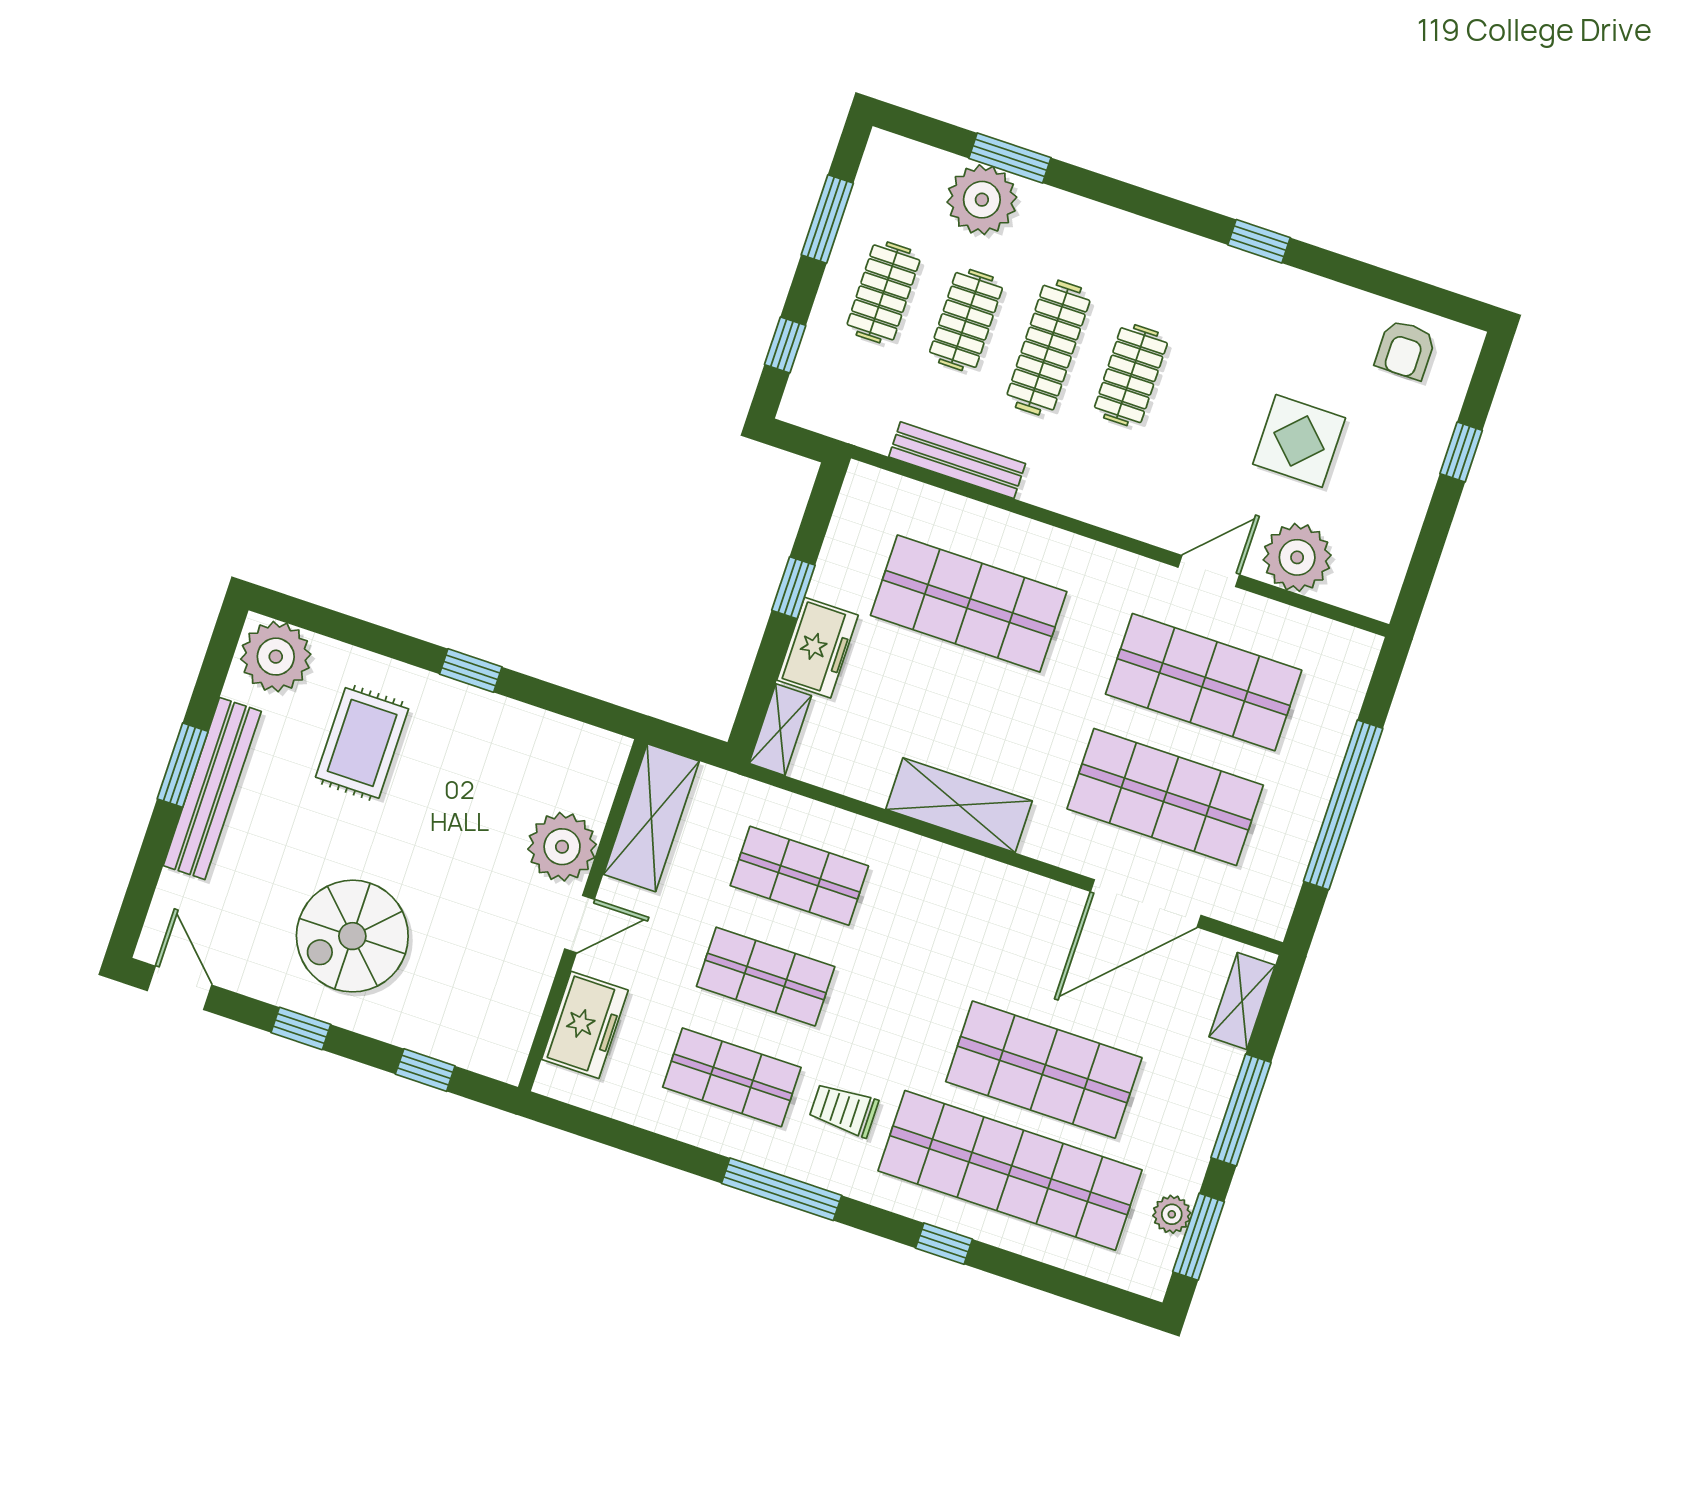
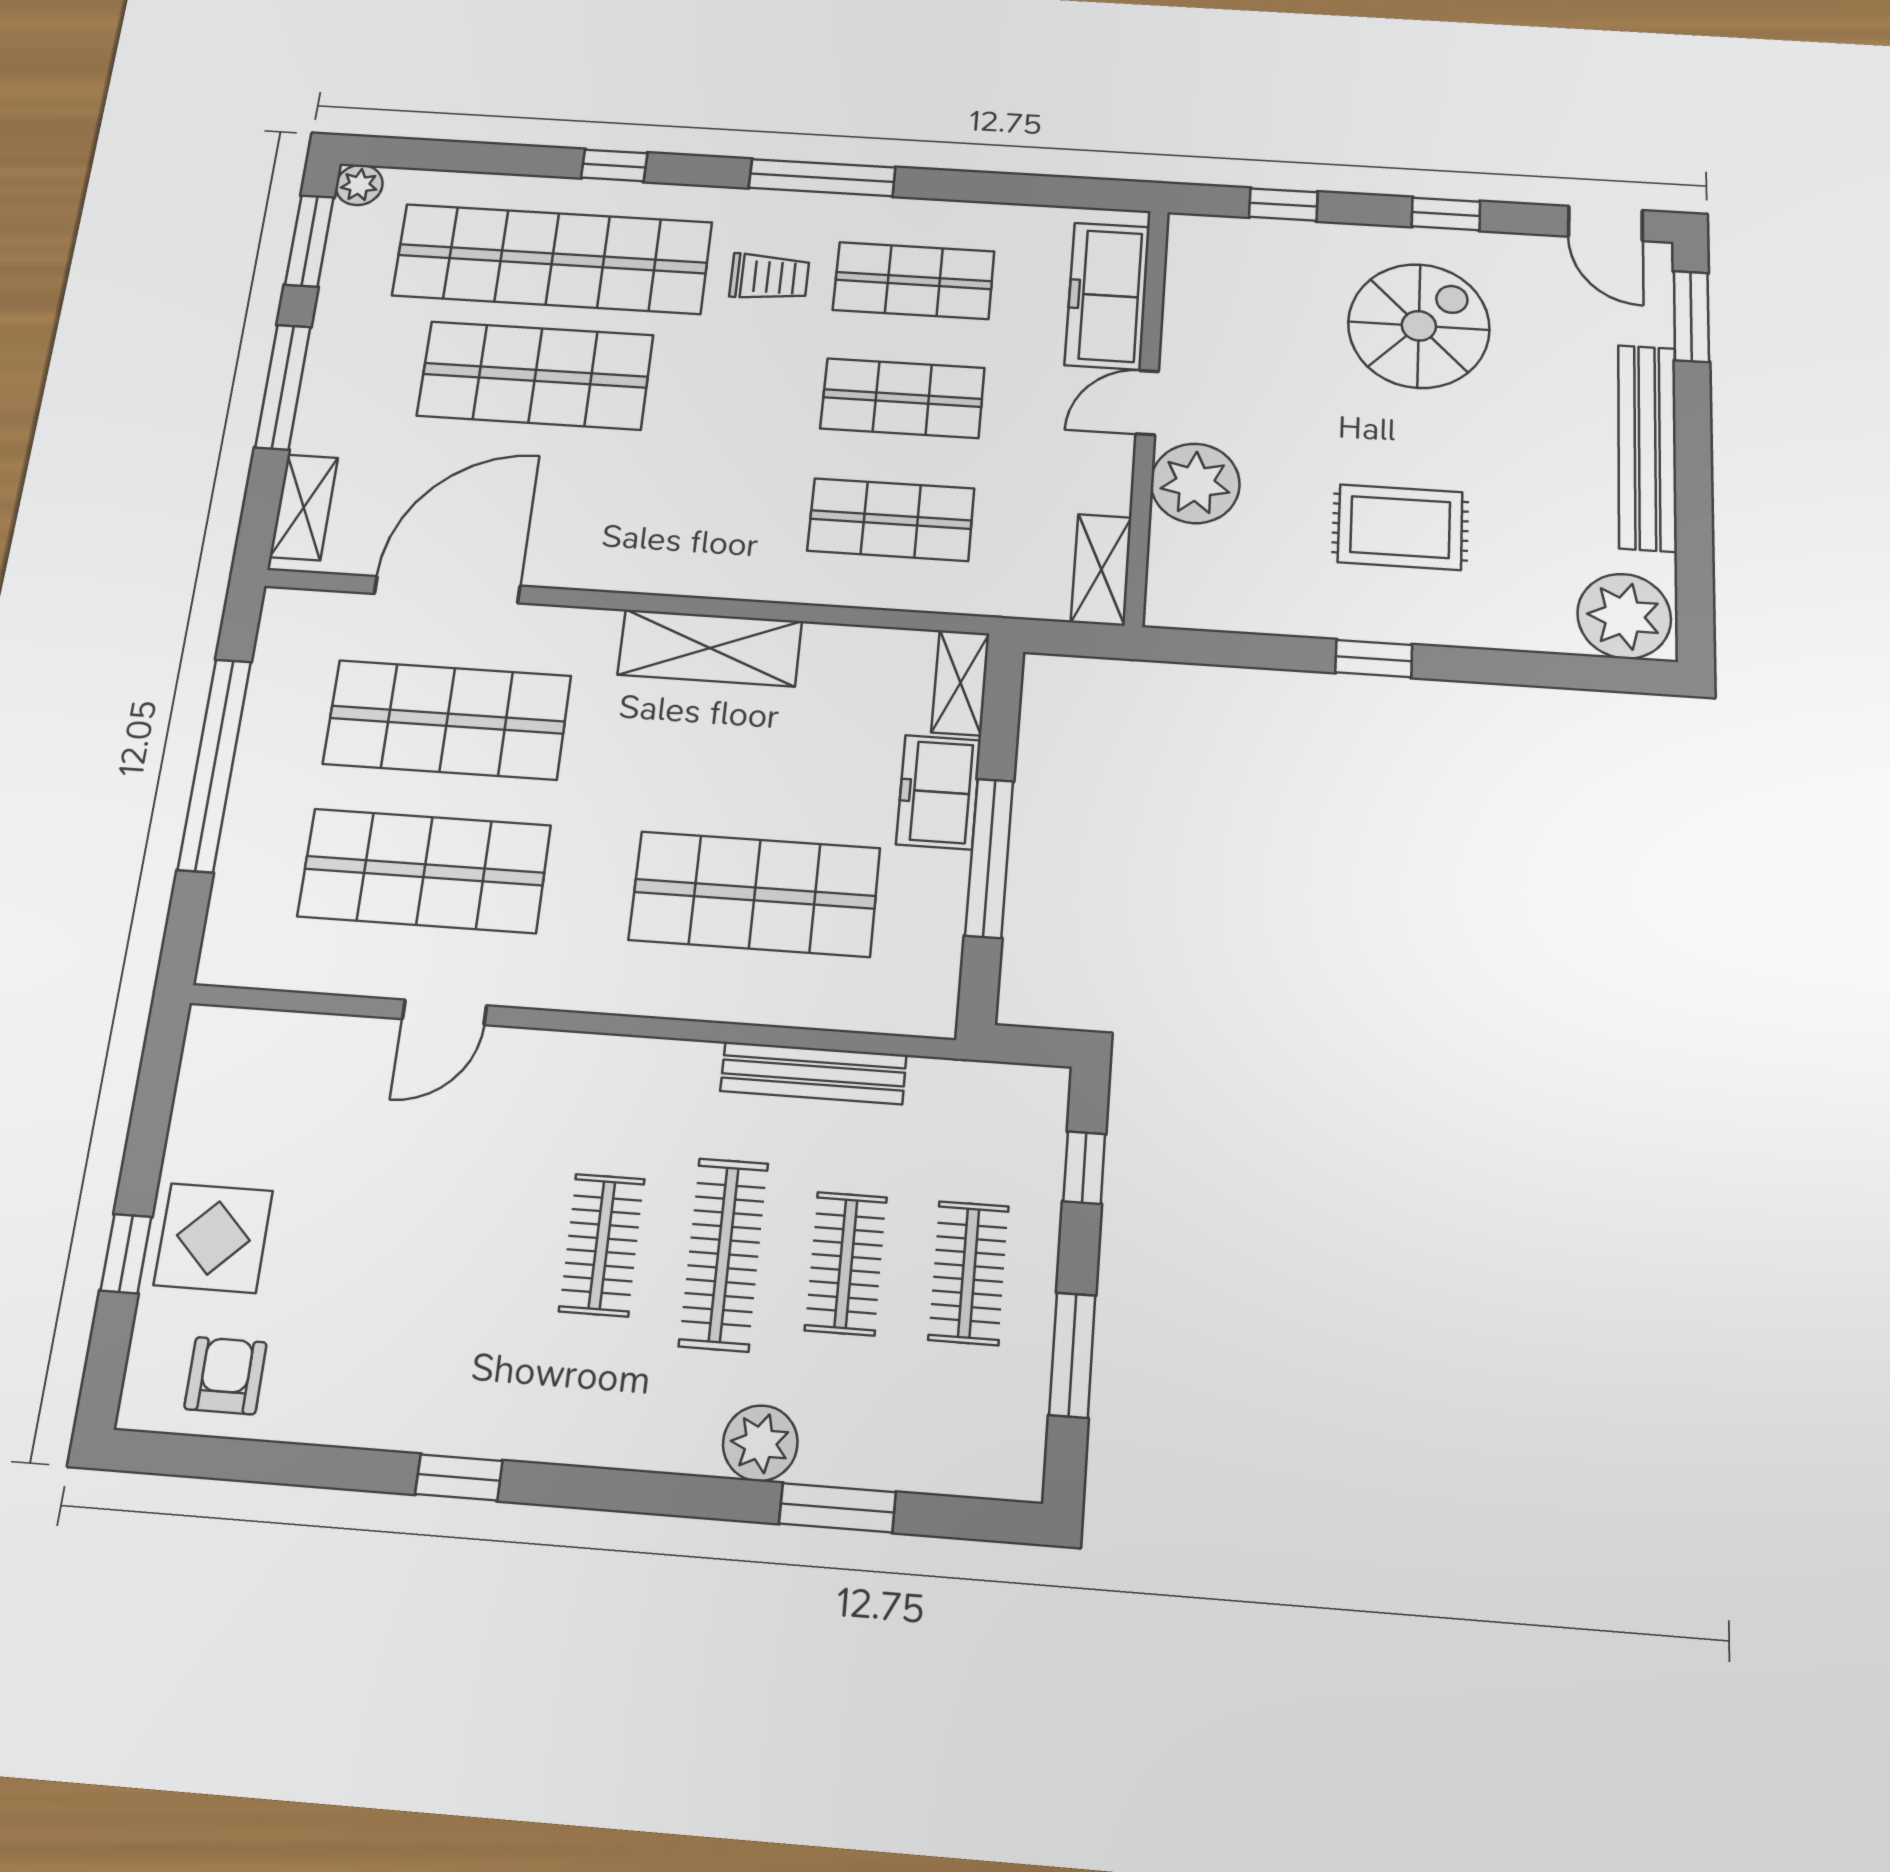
plant: (982, 200) -> (760, 1443), moved, width x0.73, depth x0.73
display table: (1299, 441) -> (213, 1238), moved
plant: (1297, 557) -> (329, 1059), removed
window: (793, 588) -> (989, 858), width x2.17
rug: (362, 743) -> (1400, 527), moved, turned 90
window: (183, 765) -> (1691, 316), moved
shelving: (651, 818) -> (1101, 570), width x0.67, depth x0.75
freezer: (585, 1025) -> (1107, 296), width x1.40
plant: (1172, 1214) -> (359, 185), moved

